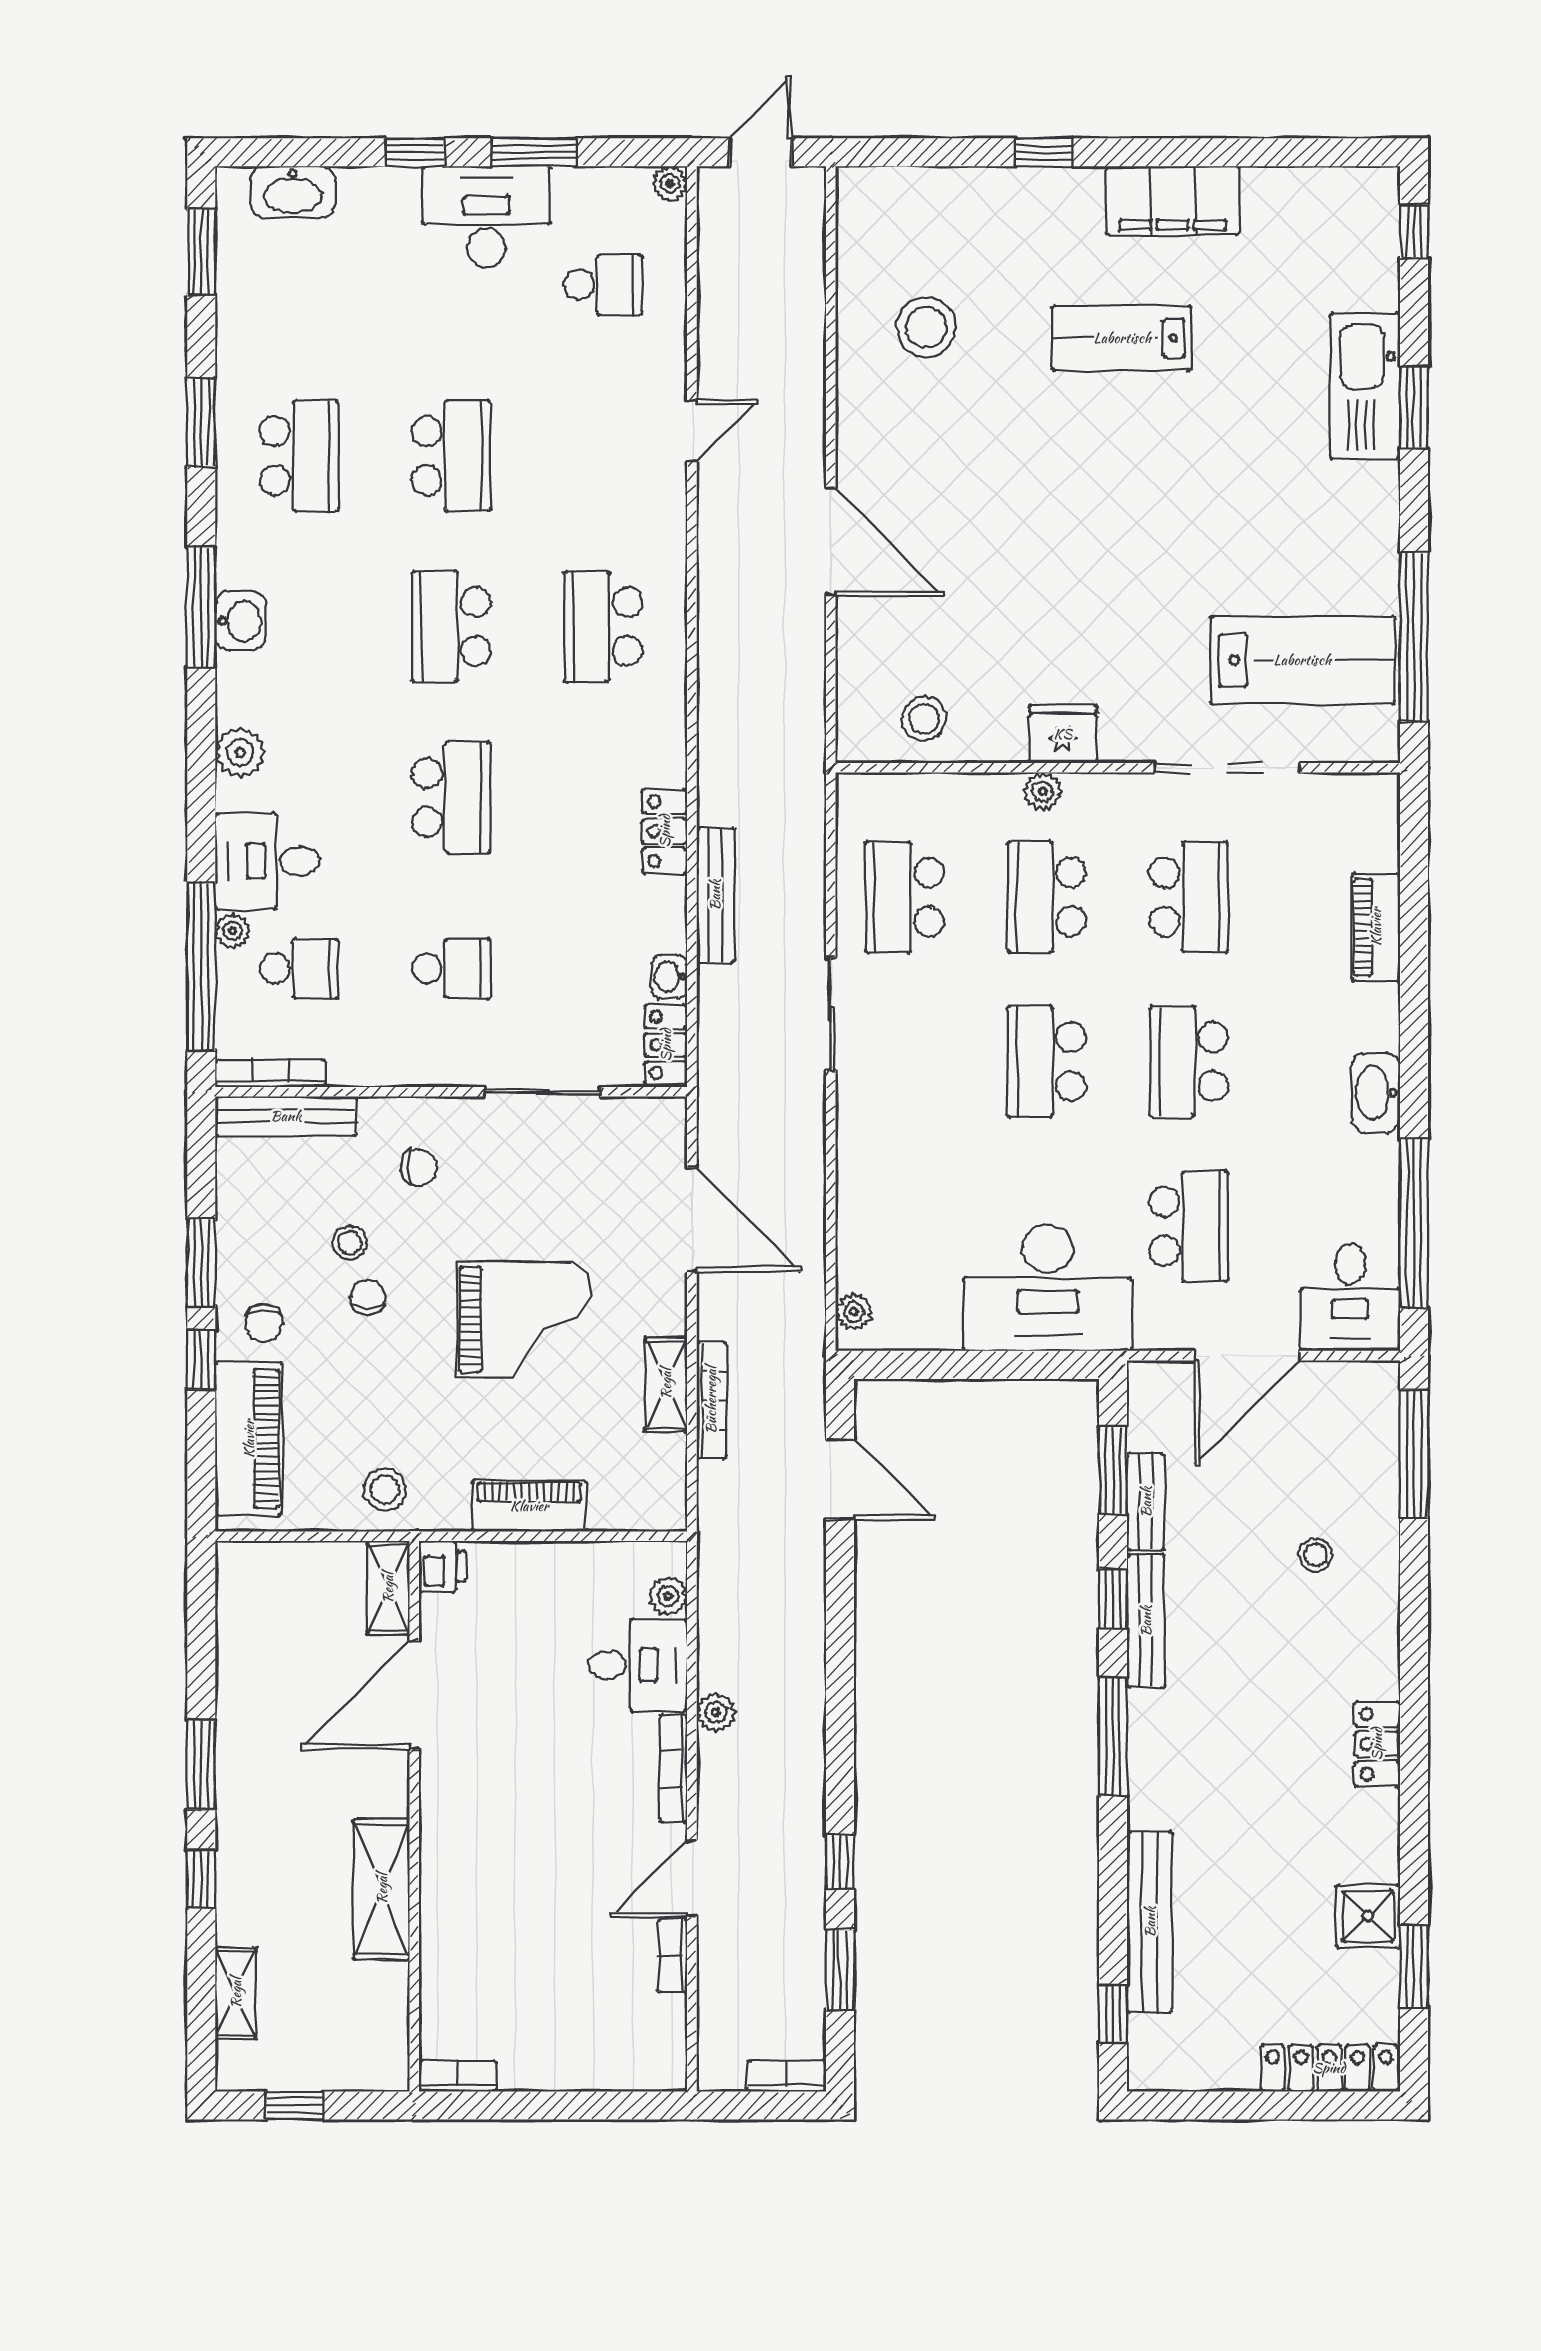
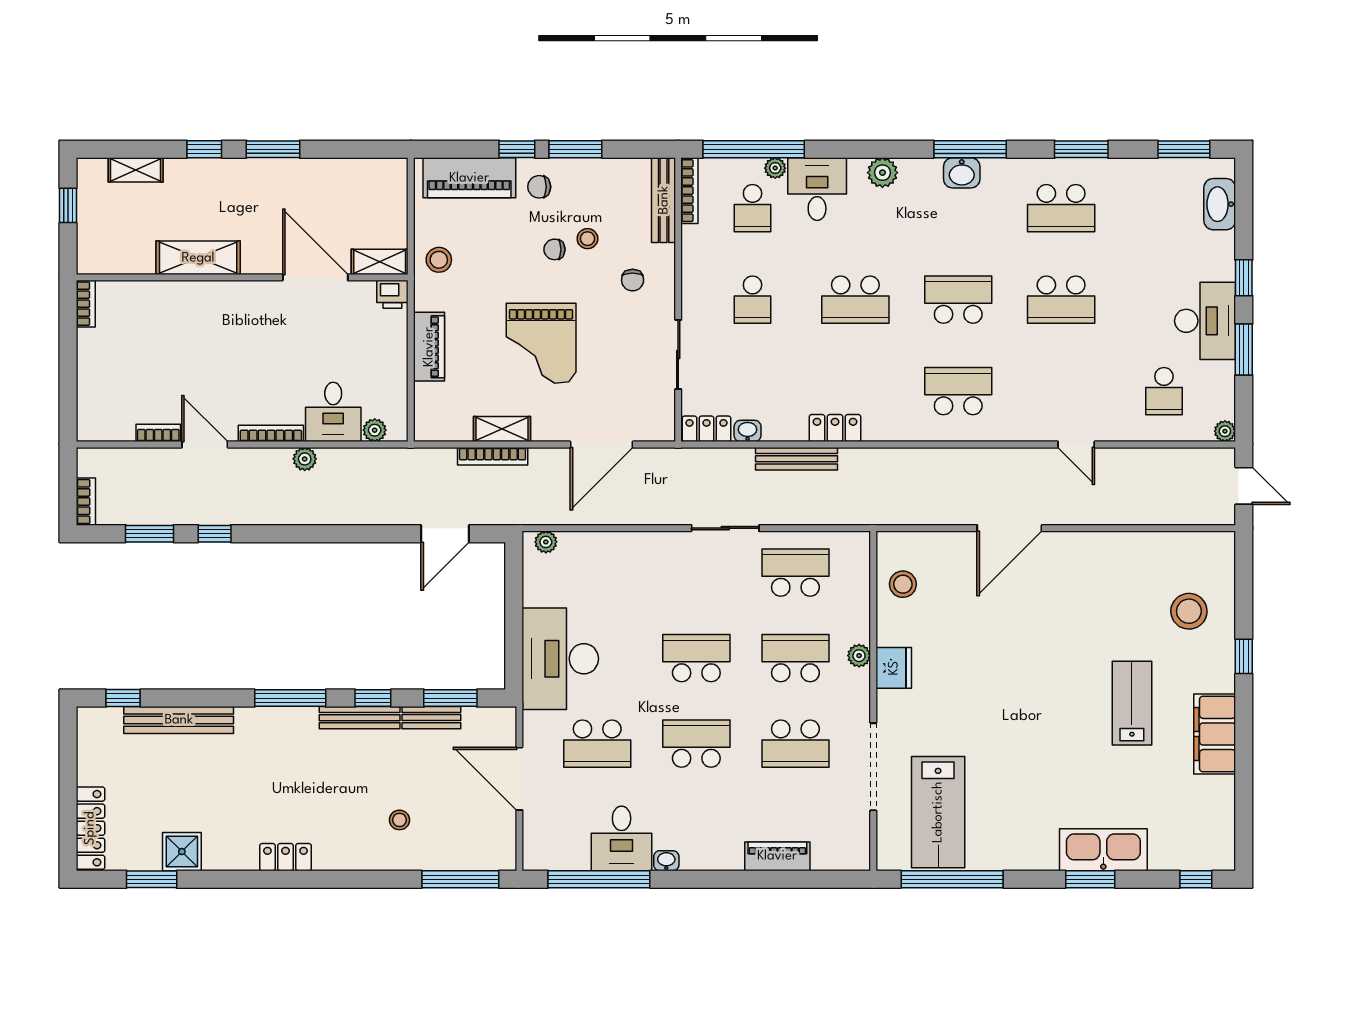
stool: (926, 327) -> (1189, 611), moved
washbasin: (1376, 1093) -> (666, 861), width x0.52, depth x0.69
chair: (368, 1297) -> (554, 249), turned 180
desk: (1350, 1297) -> (622, 838), moved, turned -90

